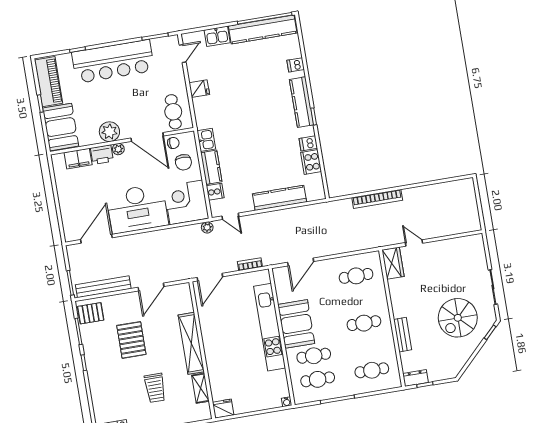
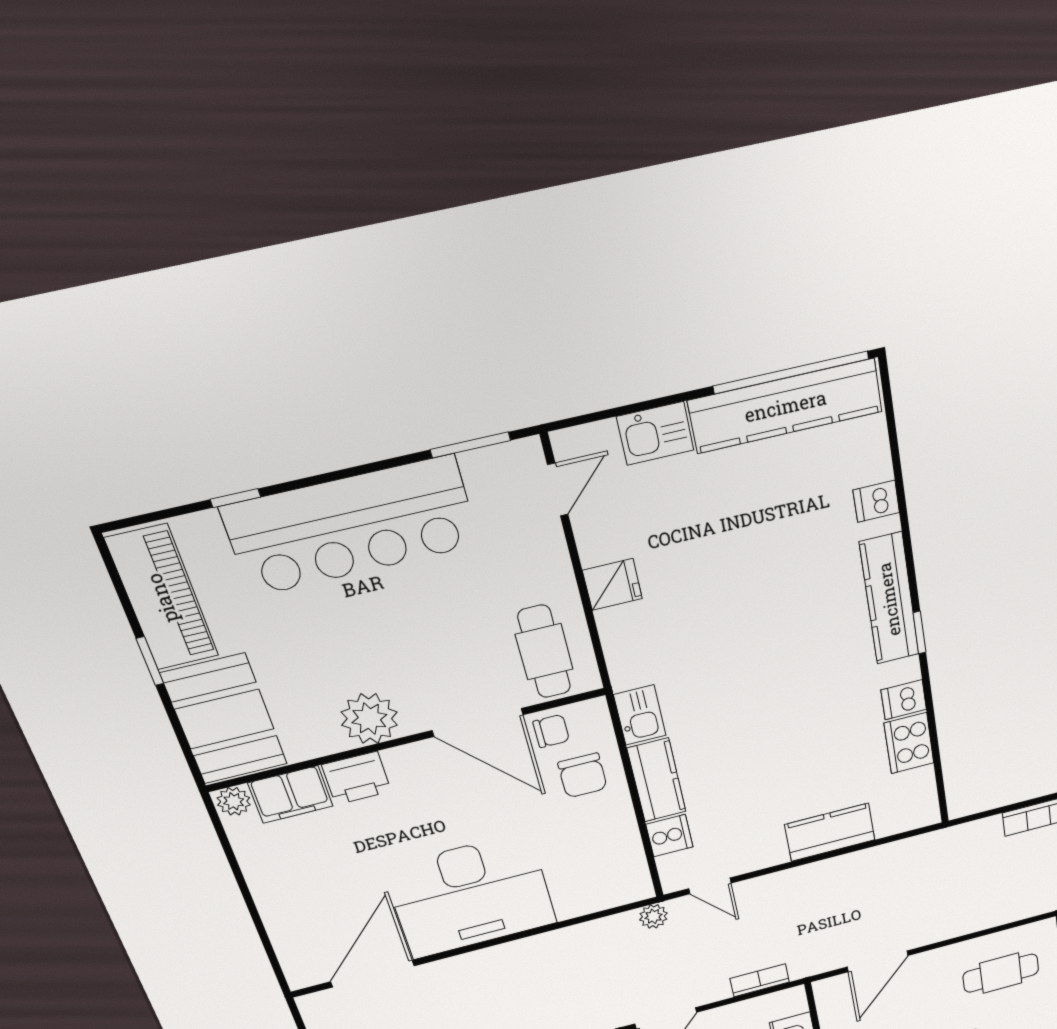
plant: (118, 149) -> (234, 801), moved
kitchen counter: (279, 198) -> (830, 832), width x0.67
corner desk: (186, 202) -> (597, 867), removed

